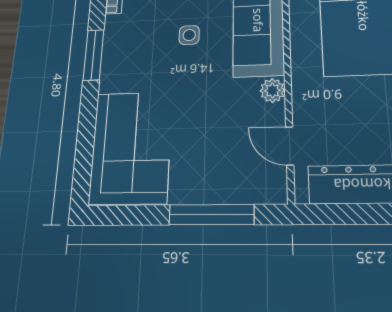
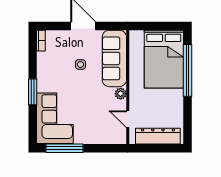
window: (94, 55) -> (33, 92), moved
window: (211, 215) -> (64, 148), moved

